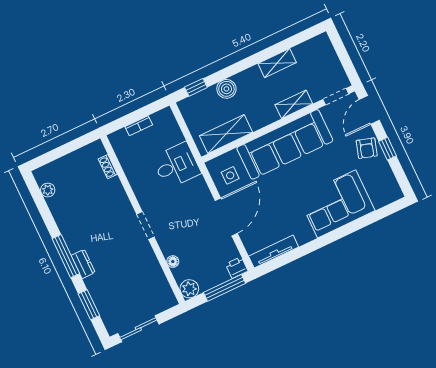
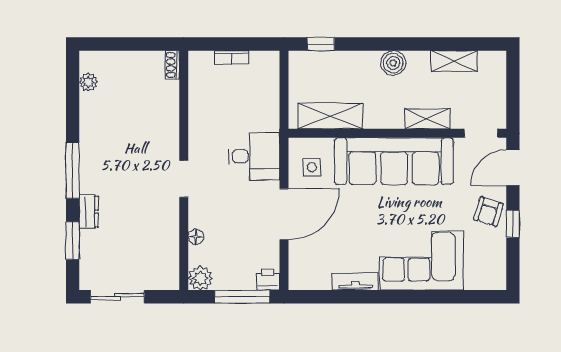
shelving: (277, 63) -> (454, 61), moved
boiler: (226, 89) -> (393, 63), moved
desk: (176, 165) -> (254, 156), moved
shoe rack: (108, 167) -> (172, 65), moved
tv unit: (274, 252) -> (355, 282), moved, width x0.71
dresser: (83, 264) -> (89, 212), moved

